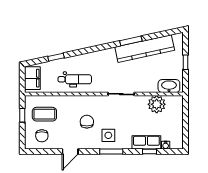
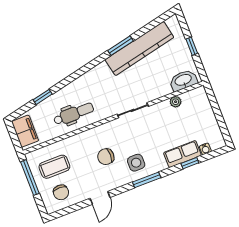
plant: (157, 104) -> (176, 102), width x0.53, depth x0.53
window: (22, 115) -> (30, 178), width x2.17
chair: (87, 122) -> (106, 157), turned -90

